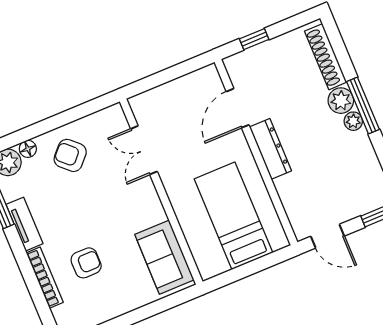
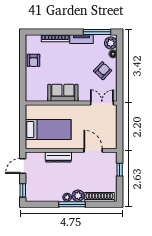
dresser: (270, 149) -> (58, 157), moved
double door: (144, 150) -> (102, 103), moved
sofa: (164, 257) -> (63, 93), moved
armchair: (86, 263) -> (34, 60), moved

